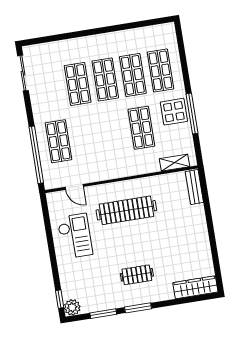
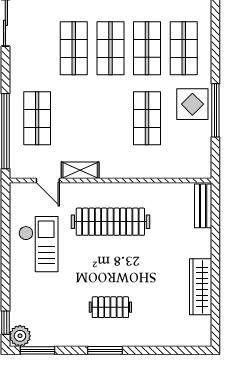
shelving: (175, 163) -> (80, 170), moved
wardrobe: (195, 287) -> (201, 287), moved, turned -90
window: (103, 314) -> (37, 350), moved

